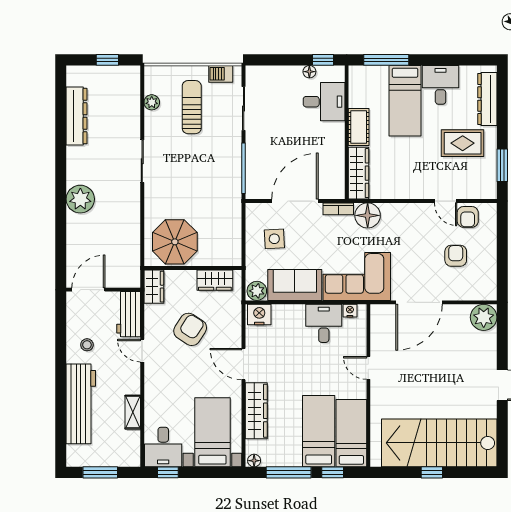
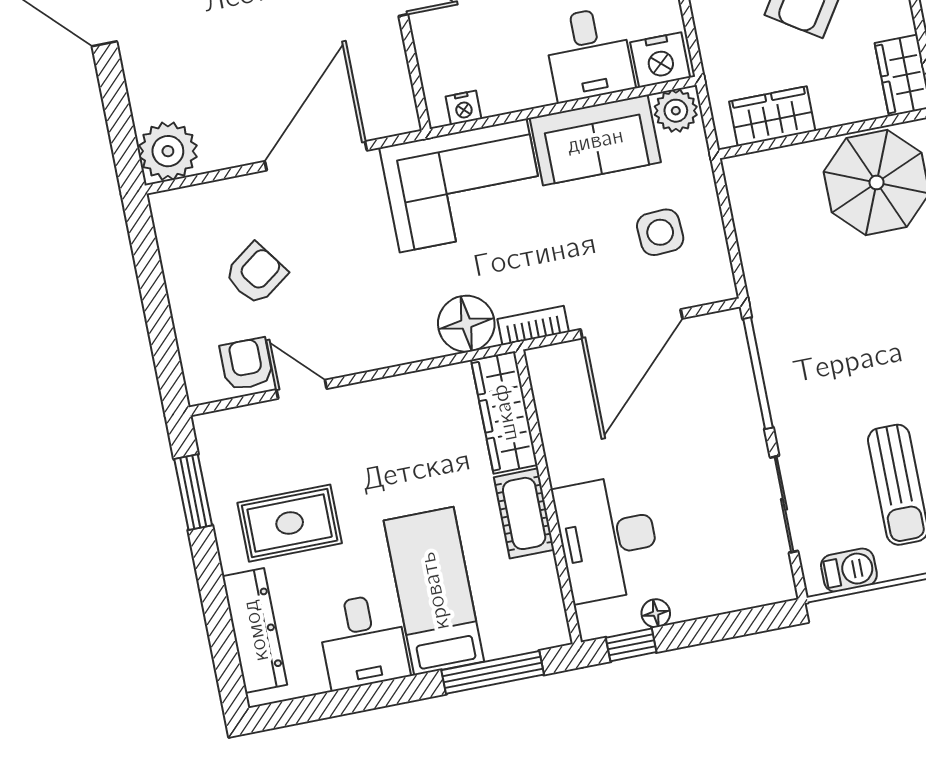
desk: (324, 102) -> (608, 538), width x1.37
armchair: (456, 256) -> (256, 274), turned -126
desk: (324, 323) -> (589, 54), moved

